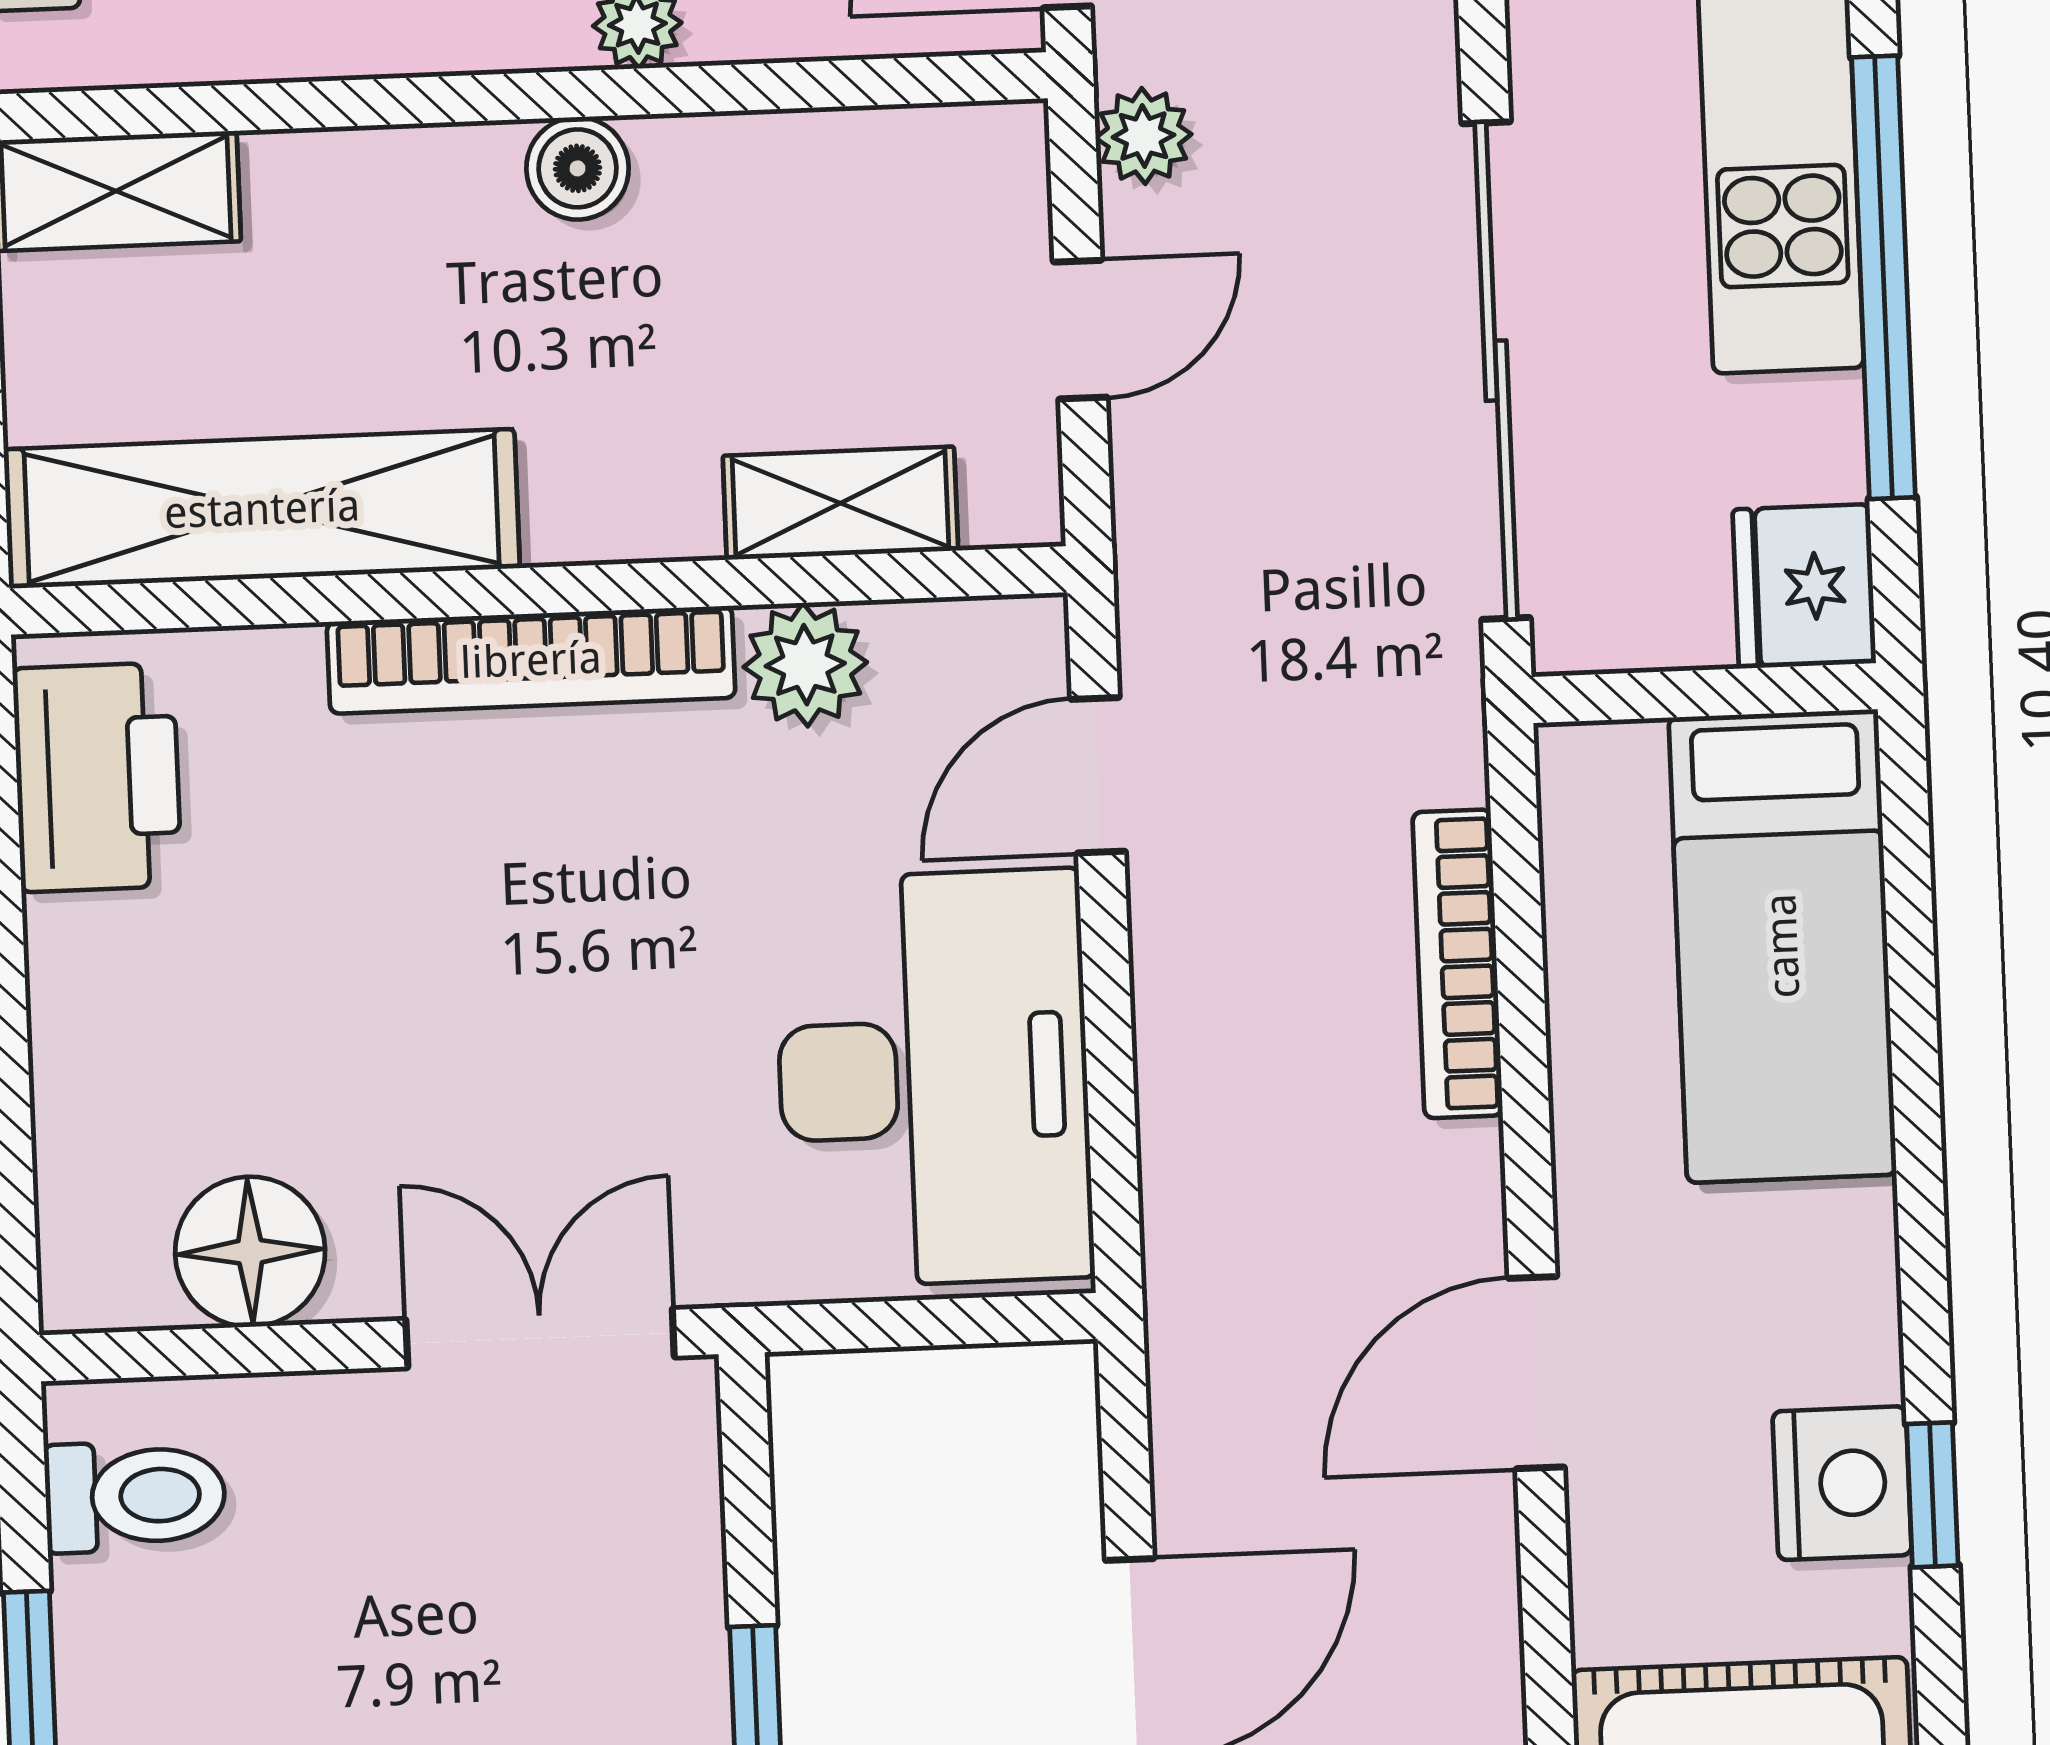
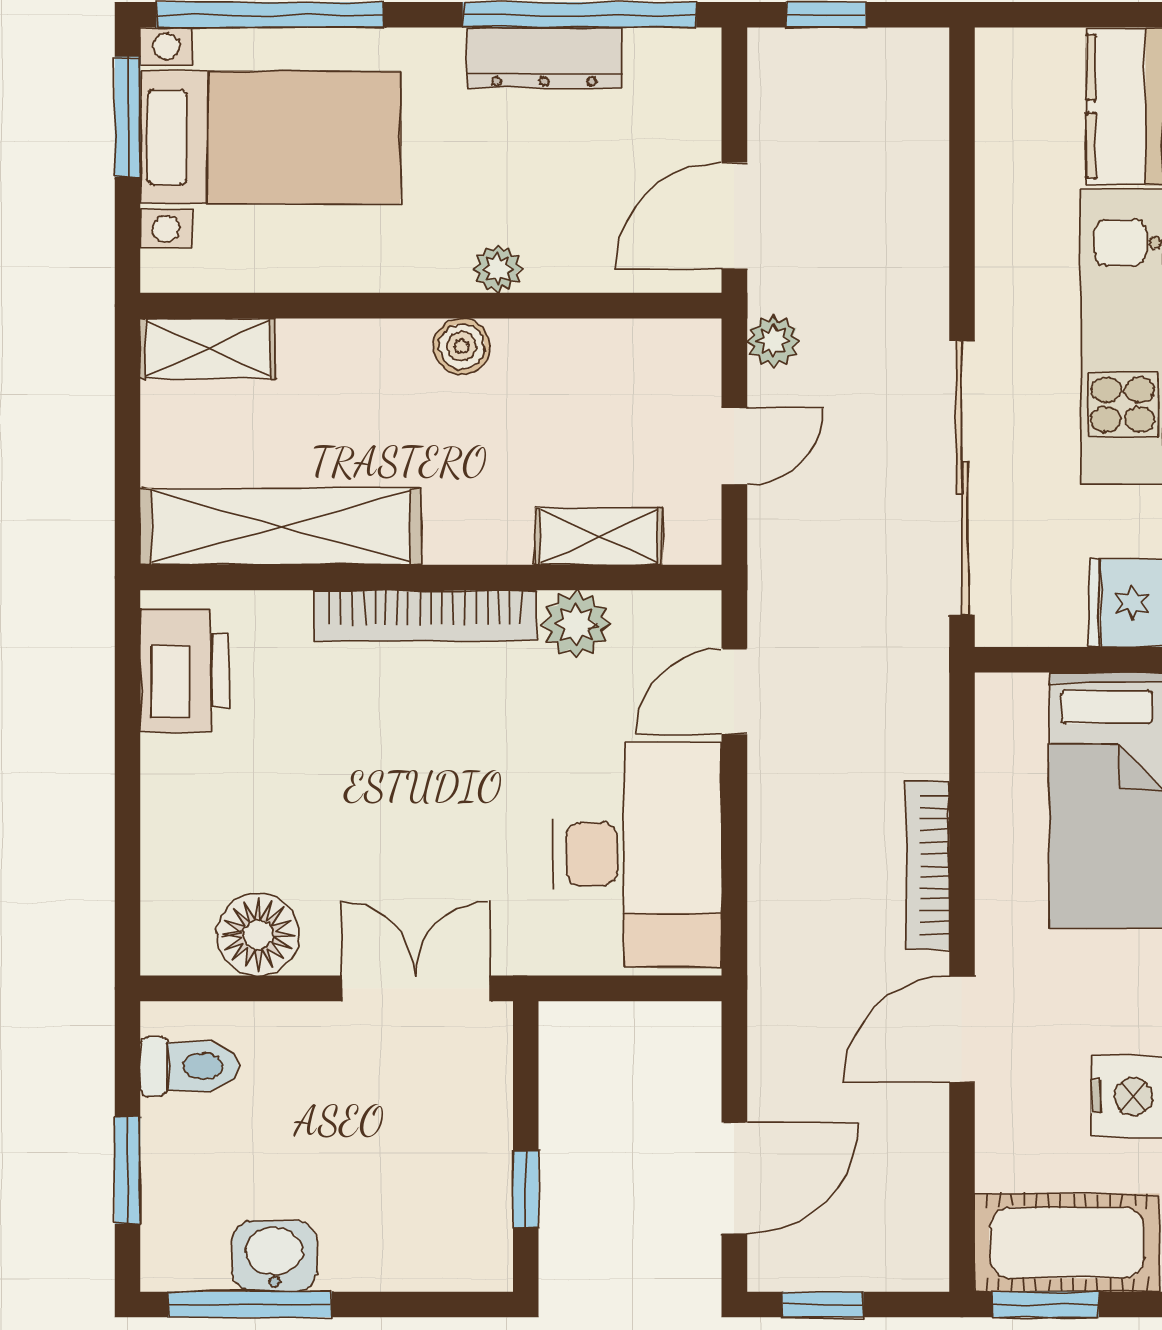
bookcase: (1458, 964) -> (928, 865), moved

